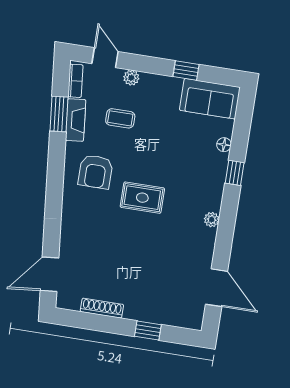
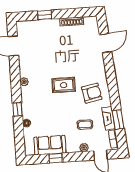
sofa: (210, 99) -> (50, 145), moved
armchair: (96, 172) -> (92, 93), turned 79
door: (49, 274) -> (105, 43), moved

